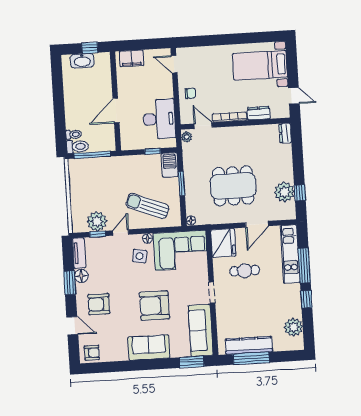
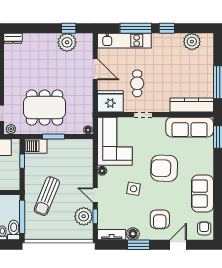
dining table: (233, 186) -> (45, 108), moved, turned 90
sun lounger: (147, 206) -> (47, 196), moved
side table: (140, 256) -> (134, 189), moved
doorway: (212, 292) -> (143, 115), moved
armchair: (154, 306) -> (164, 168), turned 92
kitchen counter: (249, 345) -> (192, 105), moved, turned 90
sofa: (149, 348) -> (202, 194), moved

